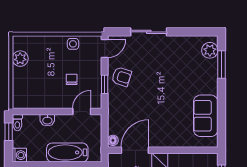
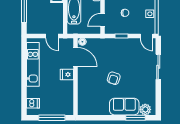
armchair: (122, 77) -> (114, 78), moved
door: (82, 112) -> (103, 20), swing flipped
sofa: (206, 116) -> (124, 107), moved

